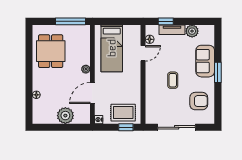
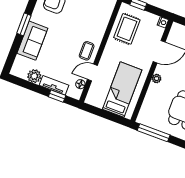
coffee table: (173, 80) -> (87, 51), moved
rug: (123, 113) -> (127, 29), moved, turned 90

